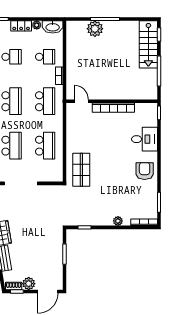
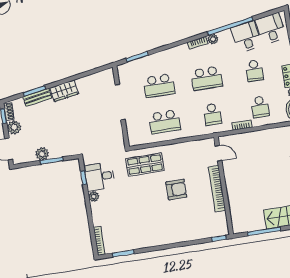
school desk: (45, 101) -> (212, 114), width x0.54
door: (81, 101) -> (218, 153), hinge flipped
desk: (145, 139) -> (100, 176), moved, turned 90
armchair: (145, 171) -> (176, 190), moved
plant: (118, 221) -> (94, 197), moved
plant: (57, 262) -> (42, 154), added

